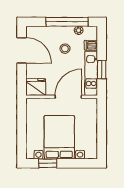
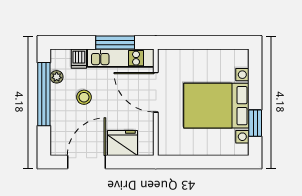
window: (102, 69) -> (115, 42), width x1.44
fridge: (36, 87) -> (123, 143), moved, turned 90

